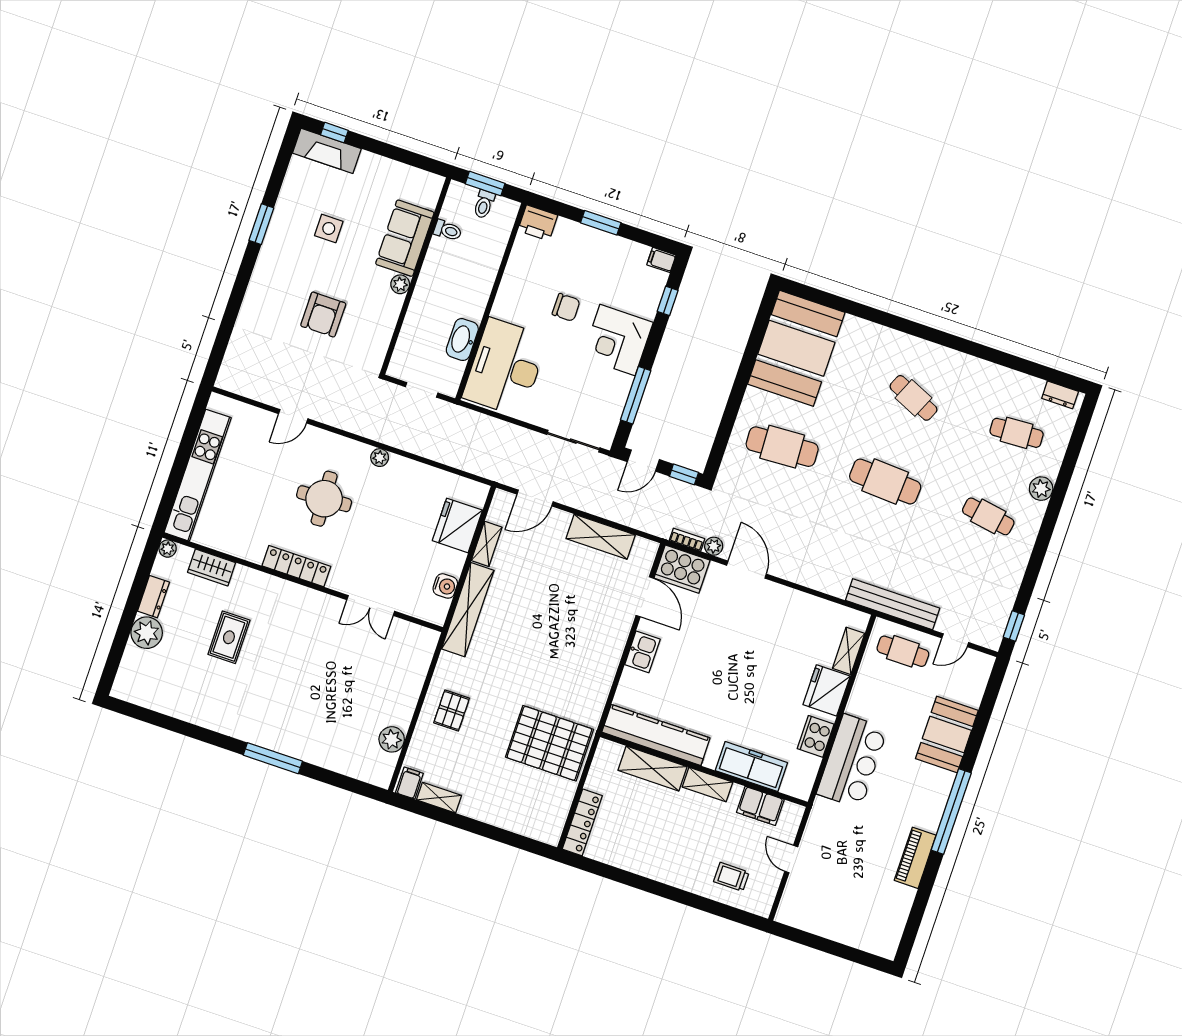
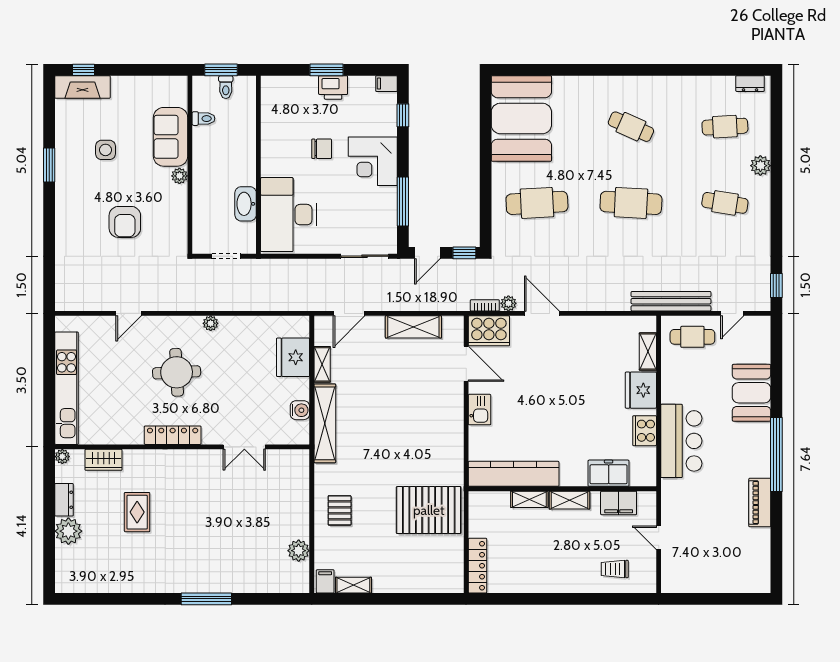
printer: (538, 223) -> (333, 87), moved
freezer: (751, 767) -> (609, 473), width x0.71
shelving: (653, 768) -> (529, 499), width x0.67, depth x0.75

